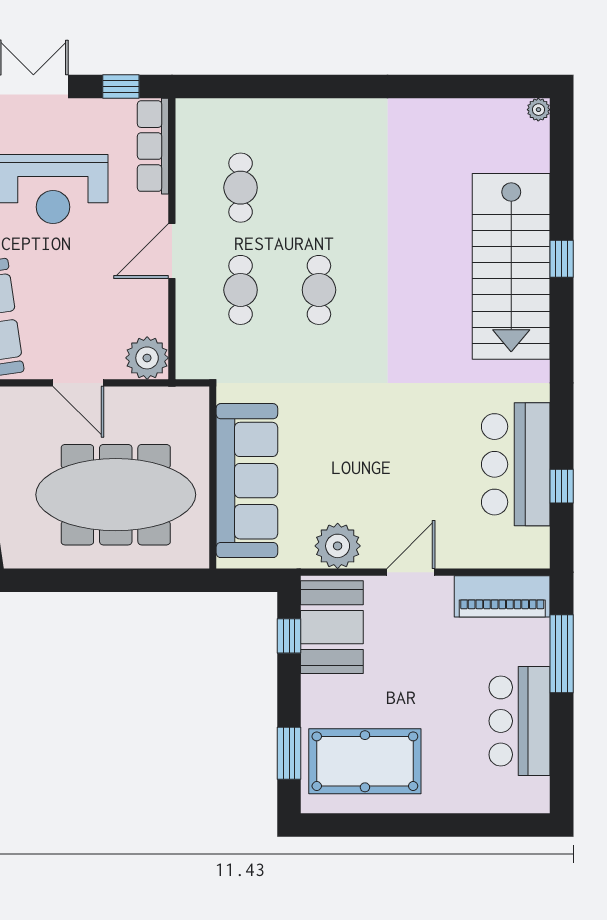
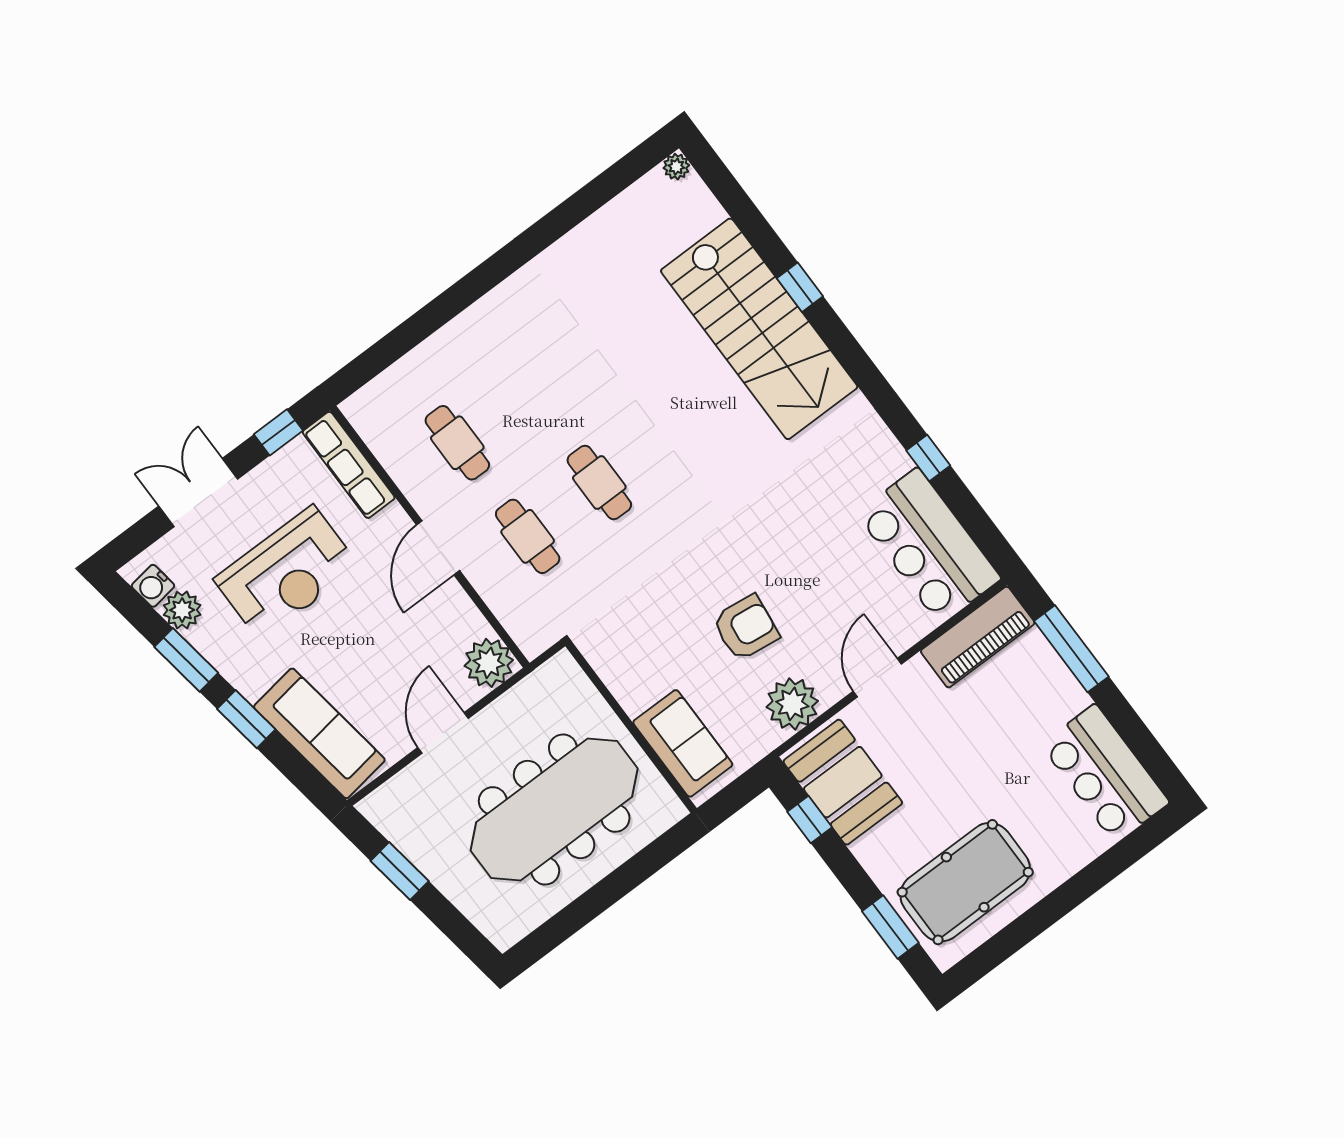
door: (78, 383) -> (443, 733), swing flipped
bar counter: (516, 464) -> (929, 546), moved
armchair: (345, 468) -> (746, 628), added
sofa: (247, 481) -> (683, 743), width x0.54, depth x0.79
window: (562, 486) -> (928, 458), moved
bar counter: (520, 721) -> (1105, 774), moved

